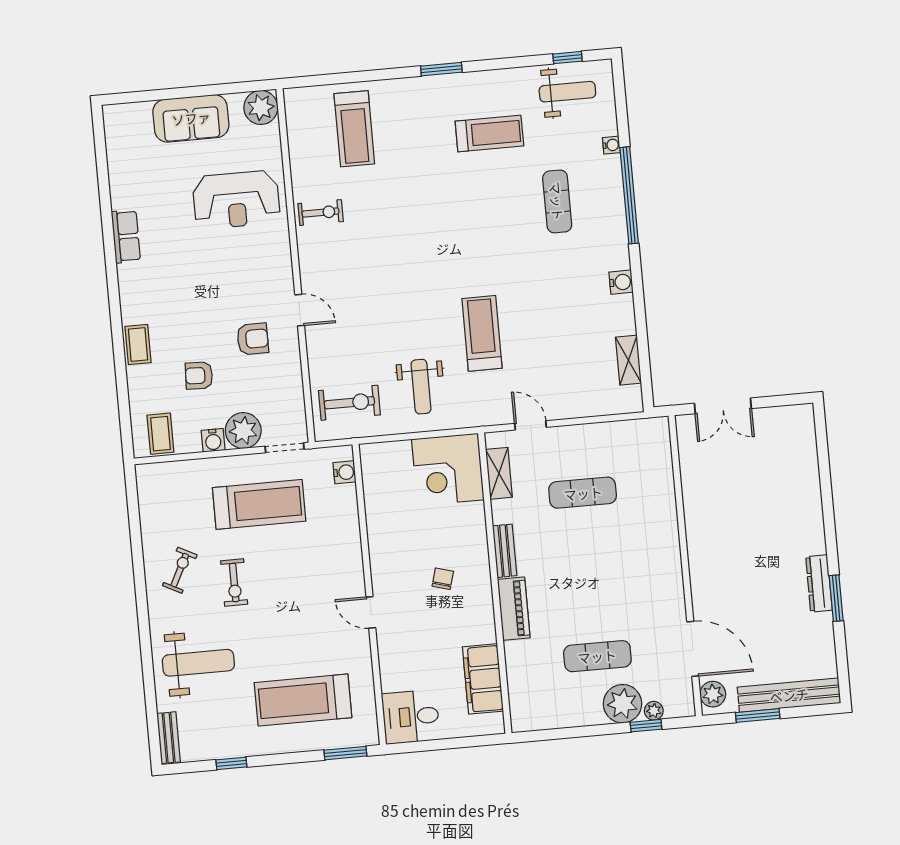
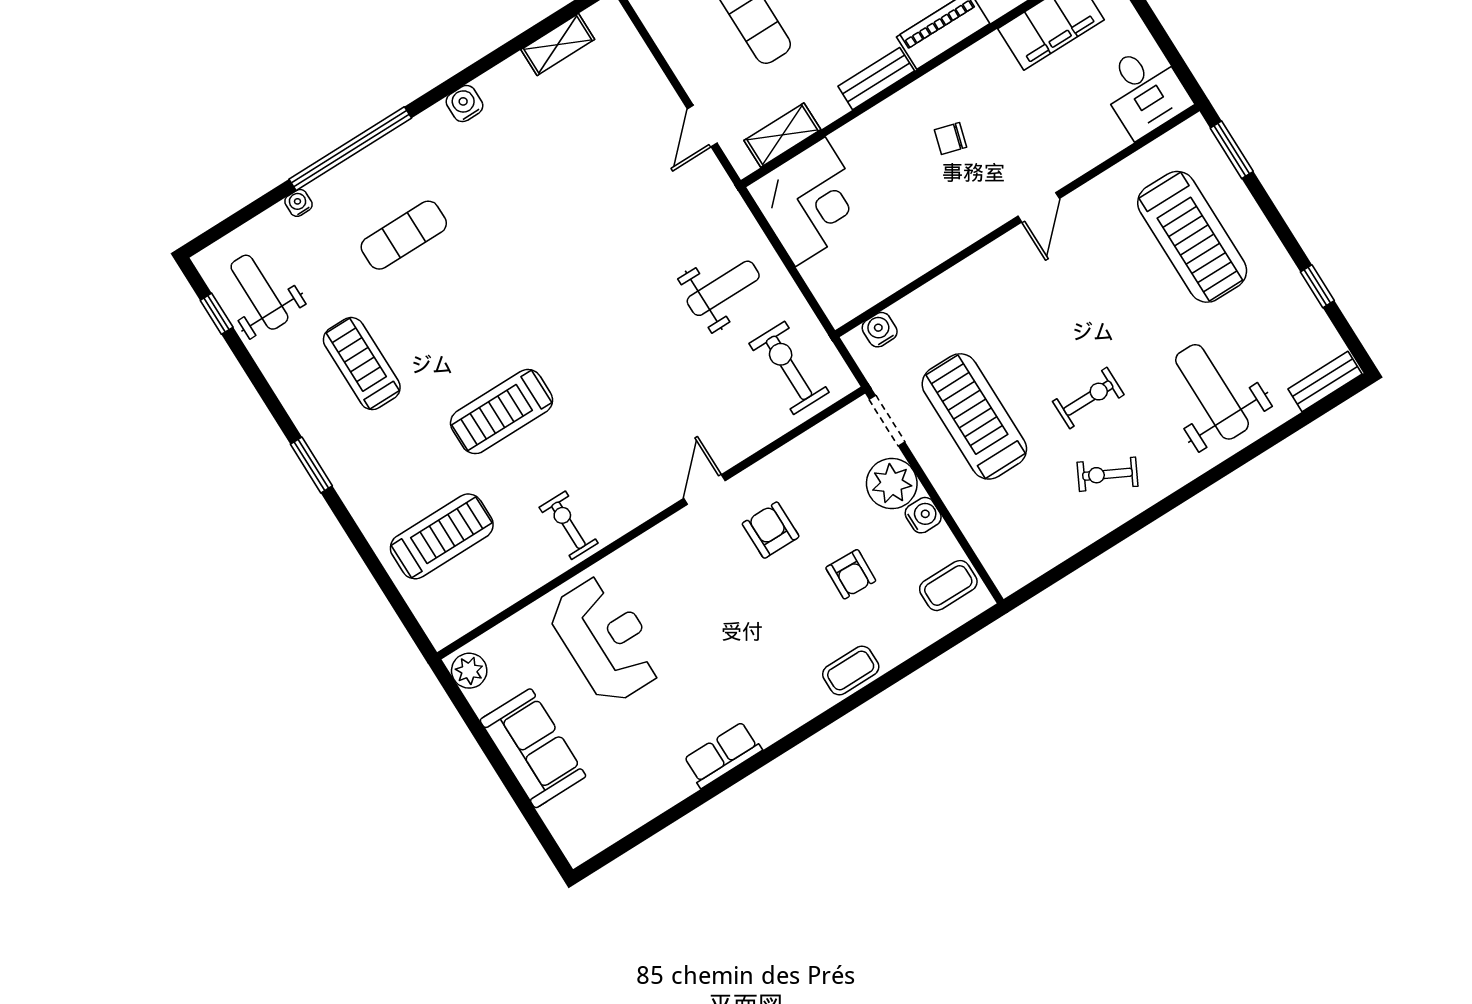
plant: (261, 107) -> (469, 671), width x0.73, depth x0.73
treadmill: (482, 333) -> (502, 412), moved

